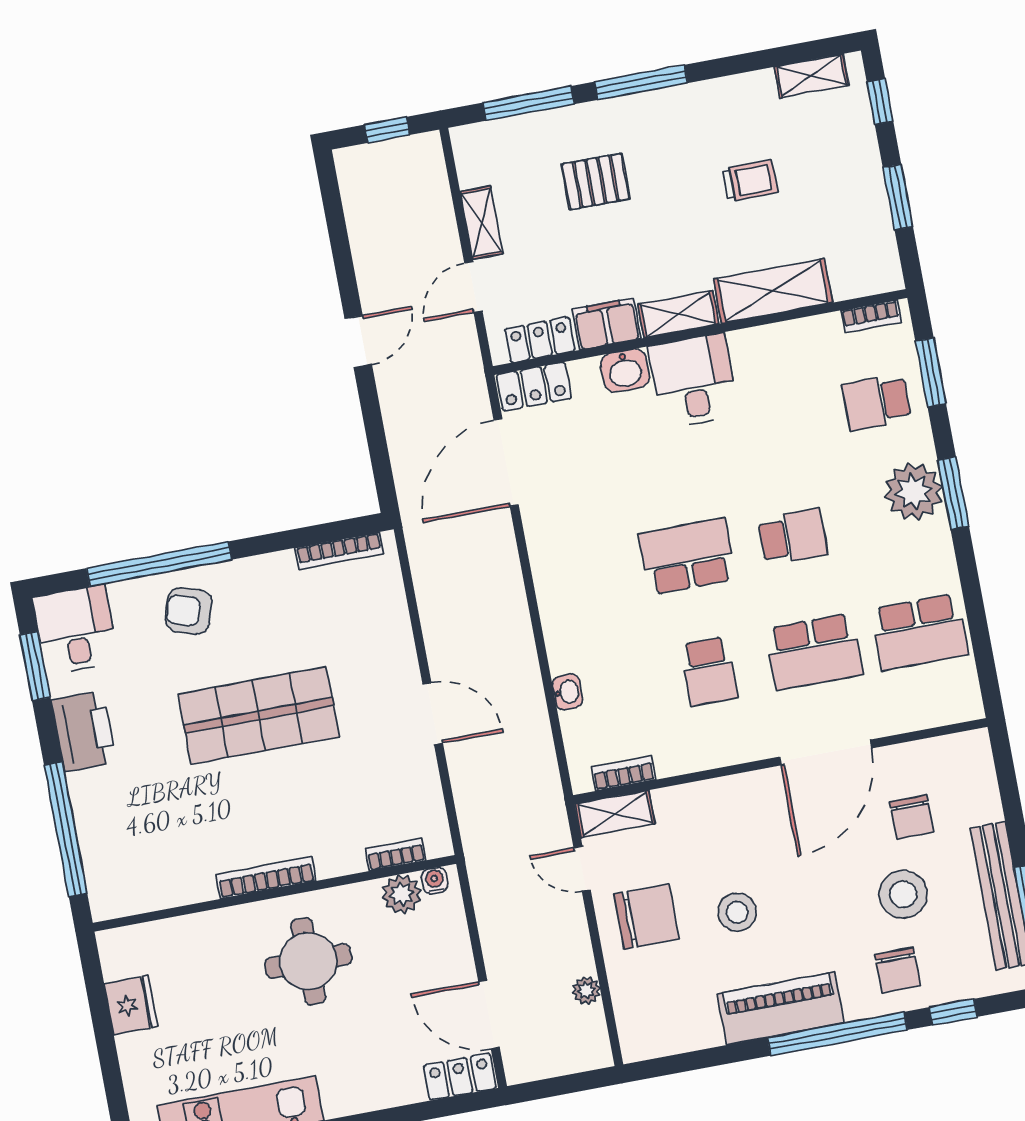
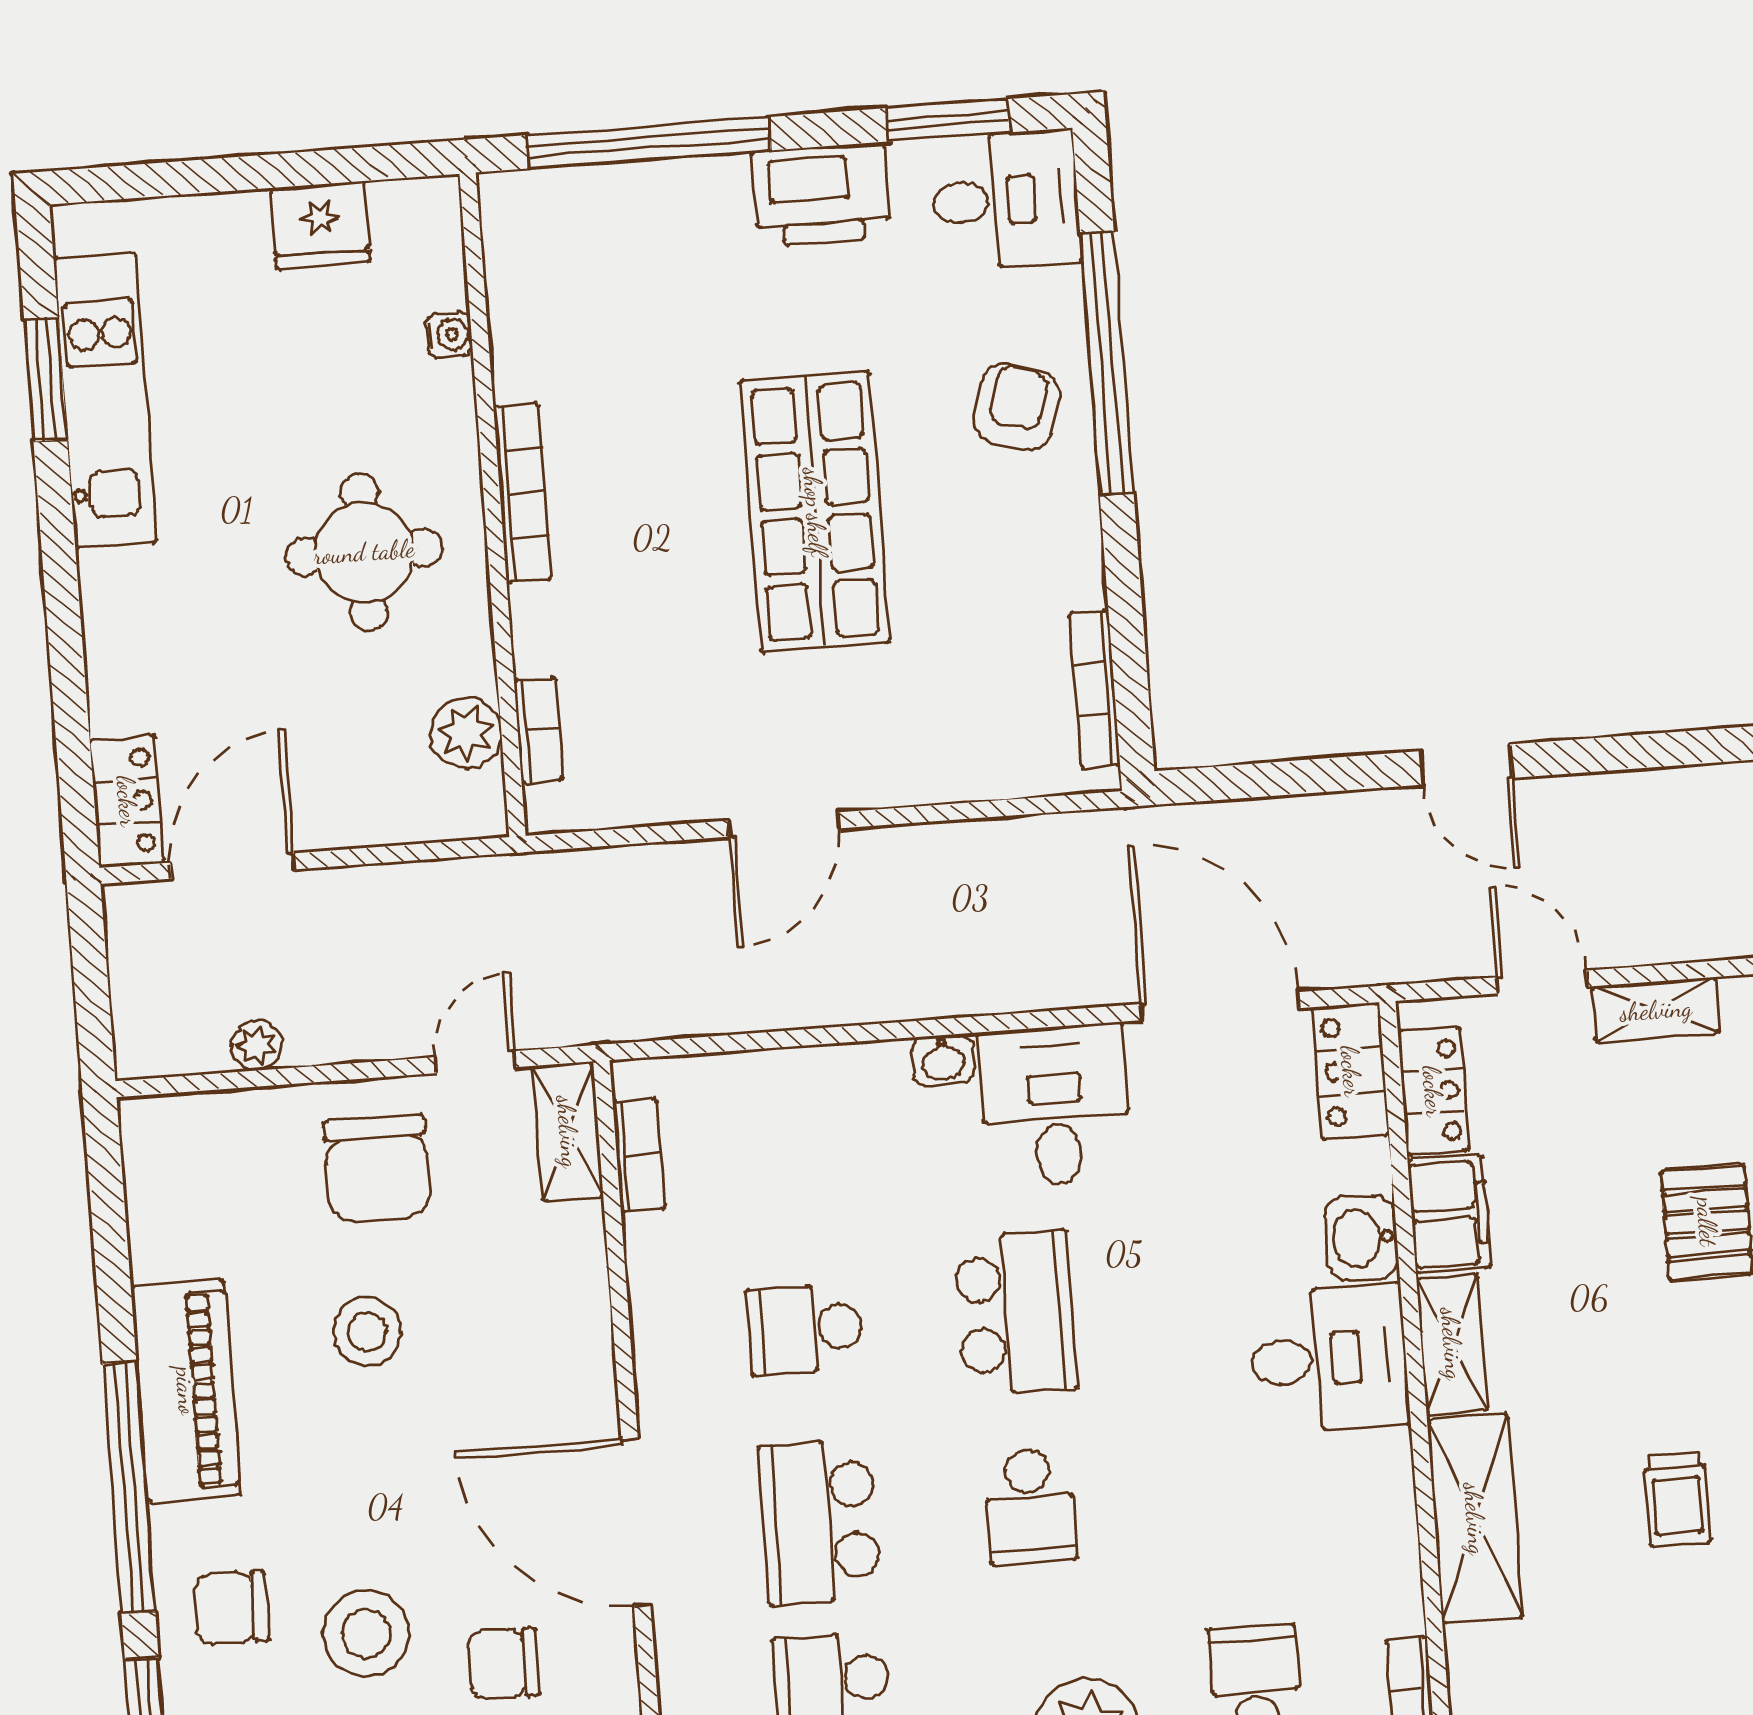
desk: (571, 547) -> (1055, 1105), added
washbasin: (568, 692) -> (943, 1060), moved
water cooler: (435, 880) -> (449, 335), moved

